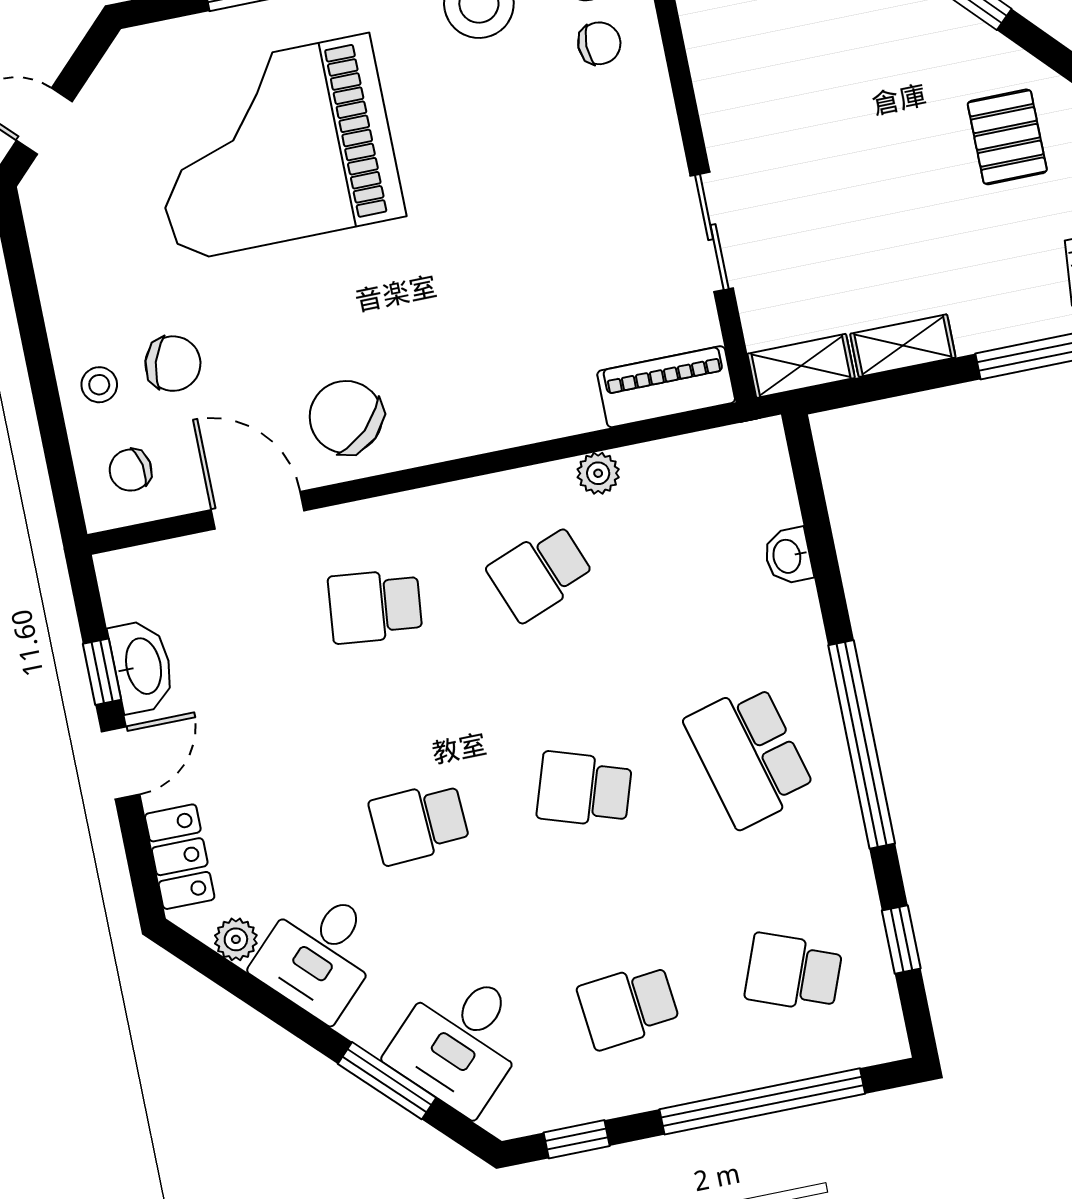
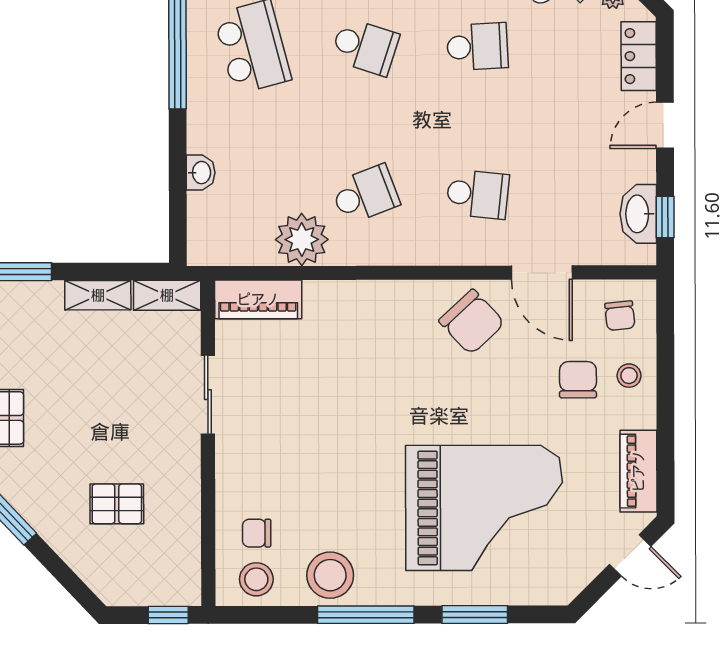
pallet: (813, 45) -> (117, 504), added
piano: (57, 247) -> (638, 471), added
chair: (173, 364) -> (578, 380), turned 73
chair: (130, 470) -> (620, 316), turned 94
plant: (598, 473) -> (302, 239), width x1.87, depth x1.87
washbasin: (142, 666) -> (638, 214), moved
window: (102, 672) -> (665, 217), moved

